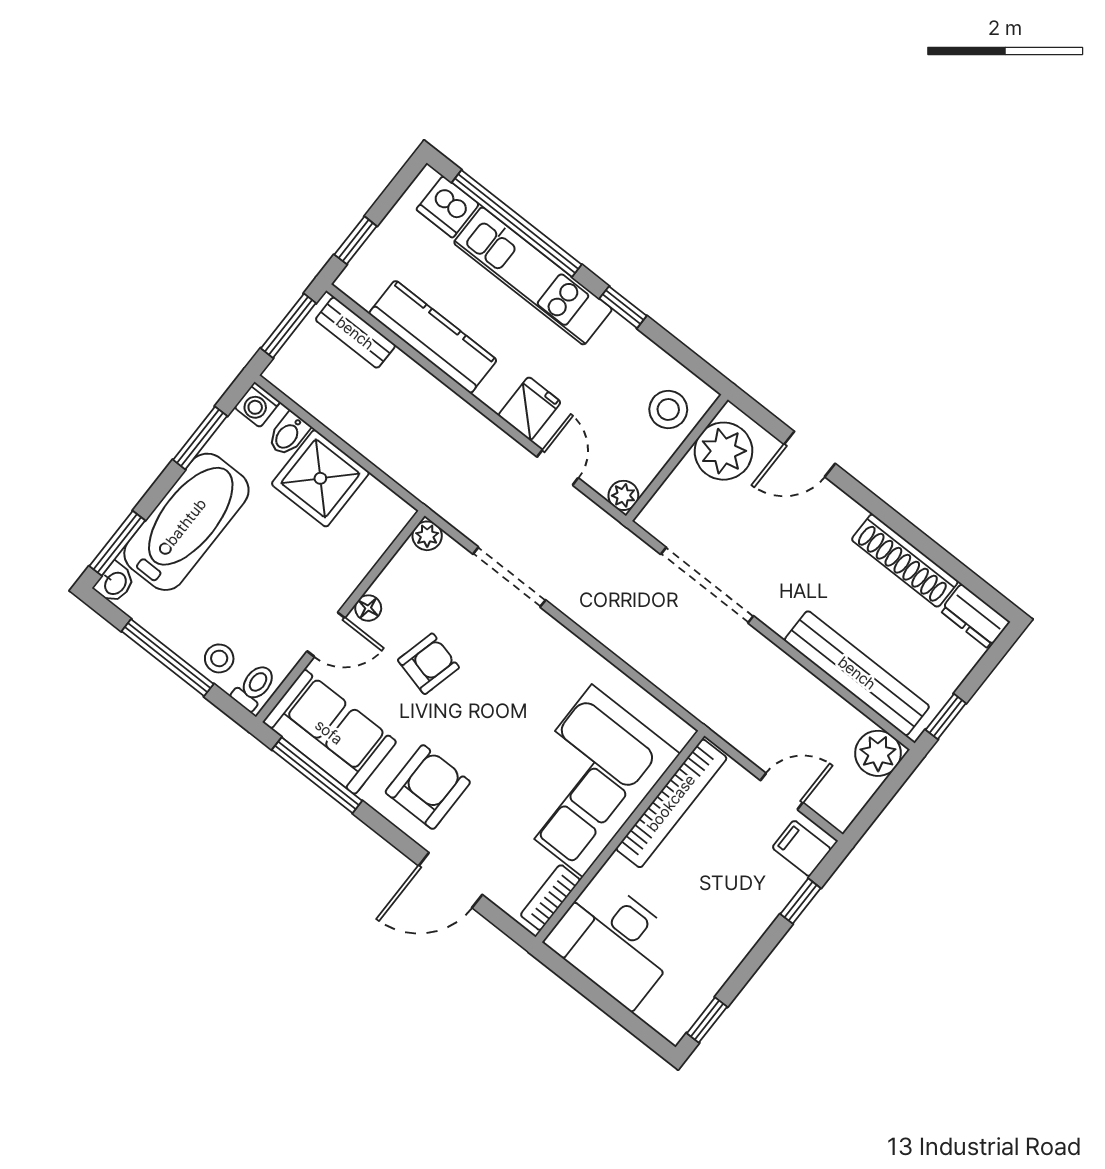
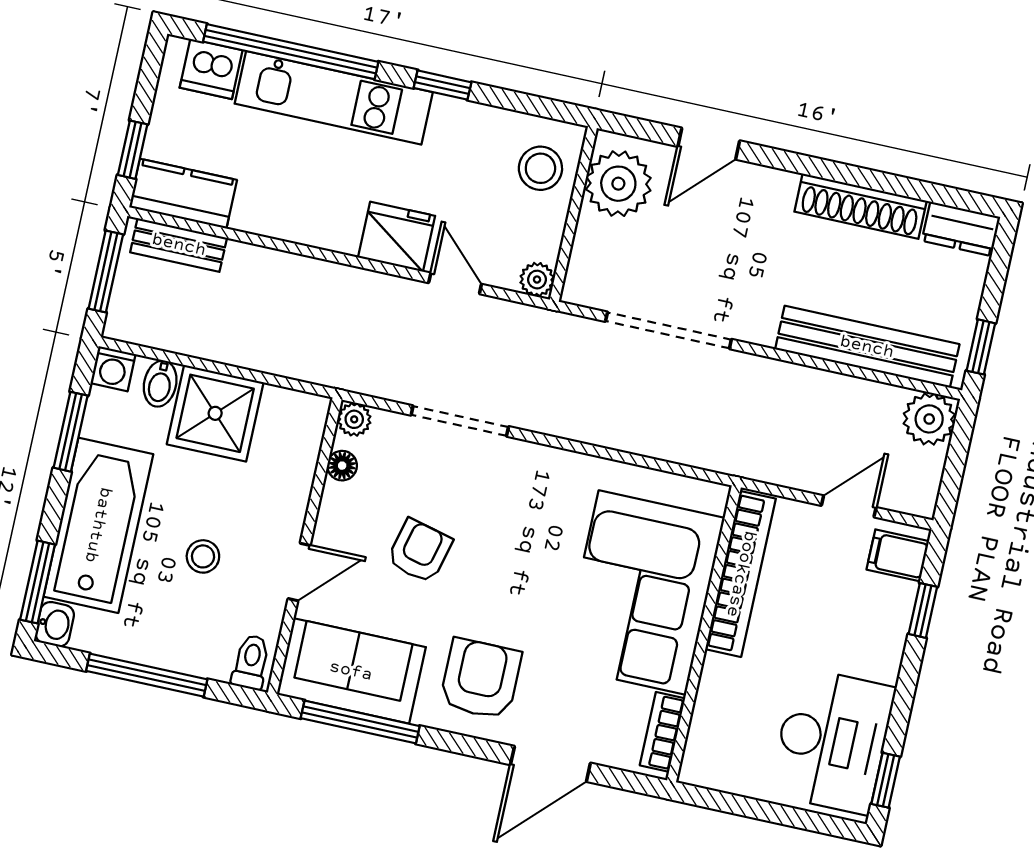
kitchen counter: (433, 337) -> (183, 194), moved, width x0.67
fridge: (530, 409) -> (397, 237), width x1.38
floor lamp: (368, 608) -> (342, 466), moved
stool: (219, 658) -> (203, 556), moved
desk: (615, 942) -> (832, 741), moved, turned -90

